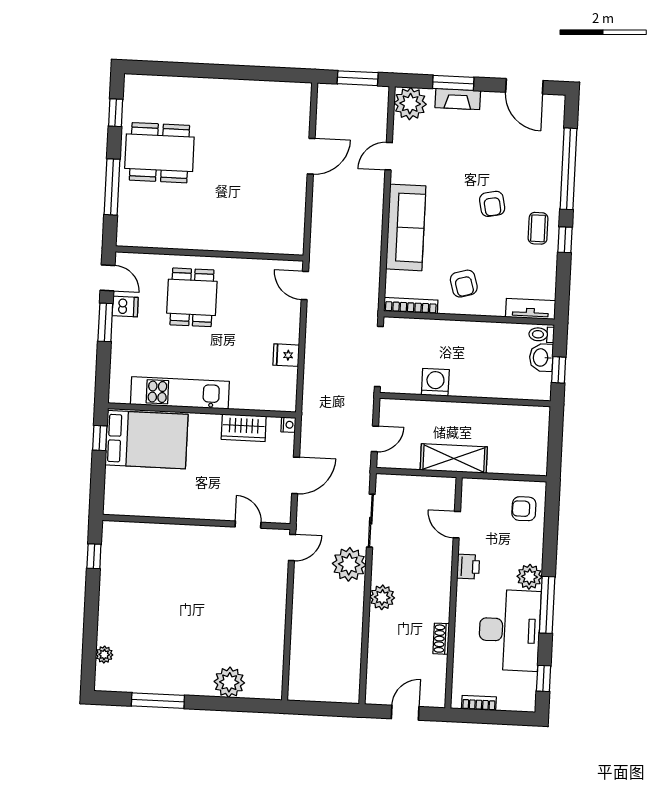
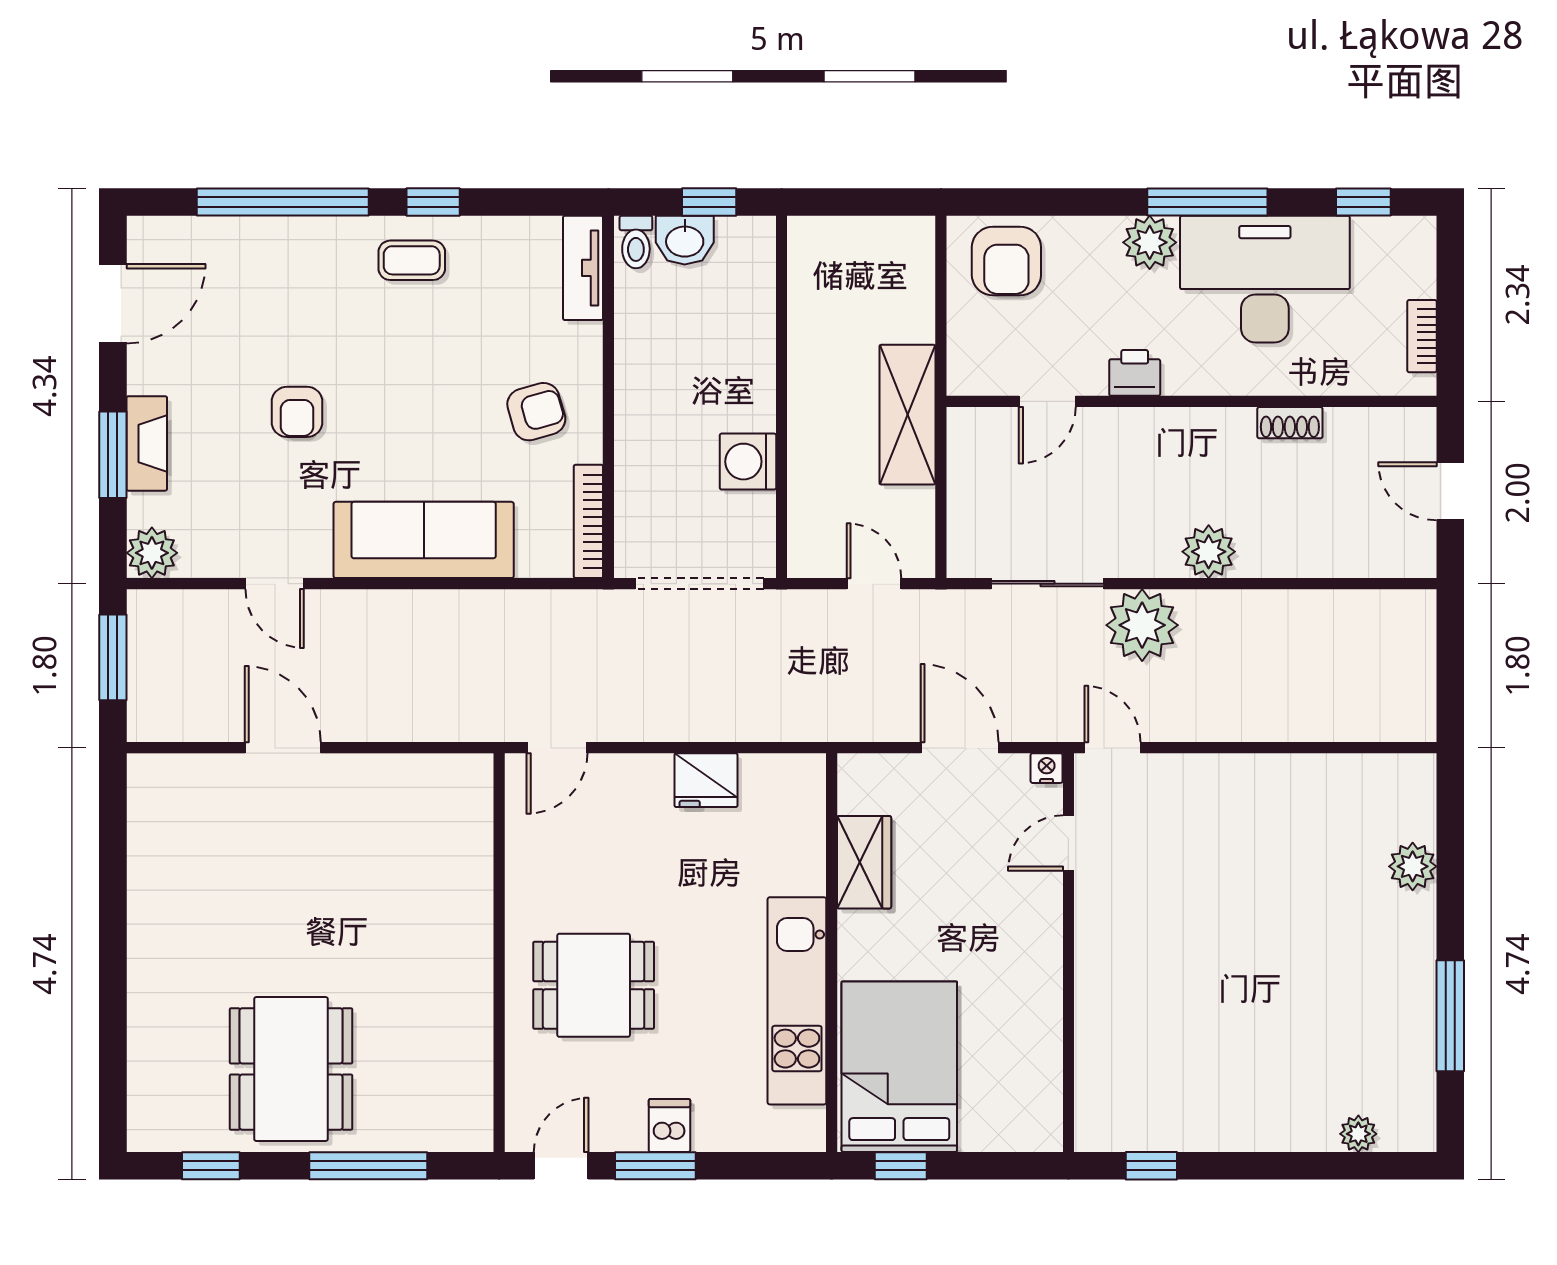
plant: (410, 104) -> (152, 553), width x0.73, depth x0.73
armchair: (492, 204) -> (297, 412), moved, turned 101
dishwasher: (125, 307) -> (669, 1125), moved
fridge: (286, 355) -> (706, 780), width x1.38
nightstand: (288, 425) -> (1047, 768), moved
armchair: (524, 509) -> (1006, 261), width x1.38, depth x1.38
plant: (229, 682) -> (1413, 866), width x0.73, depth x0.73

